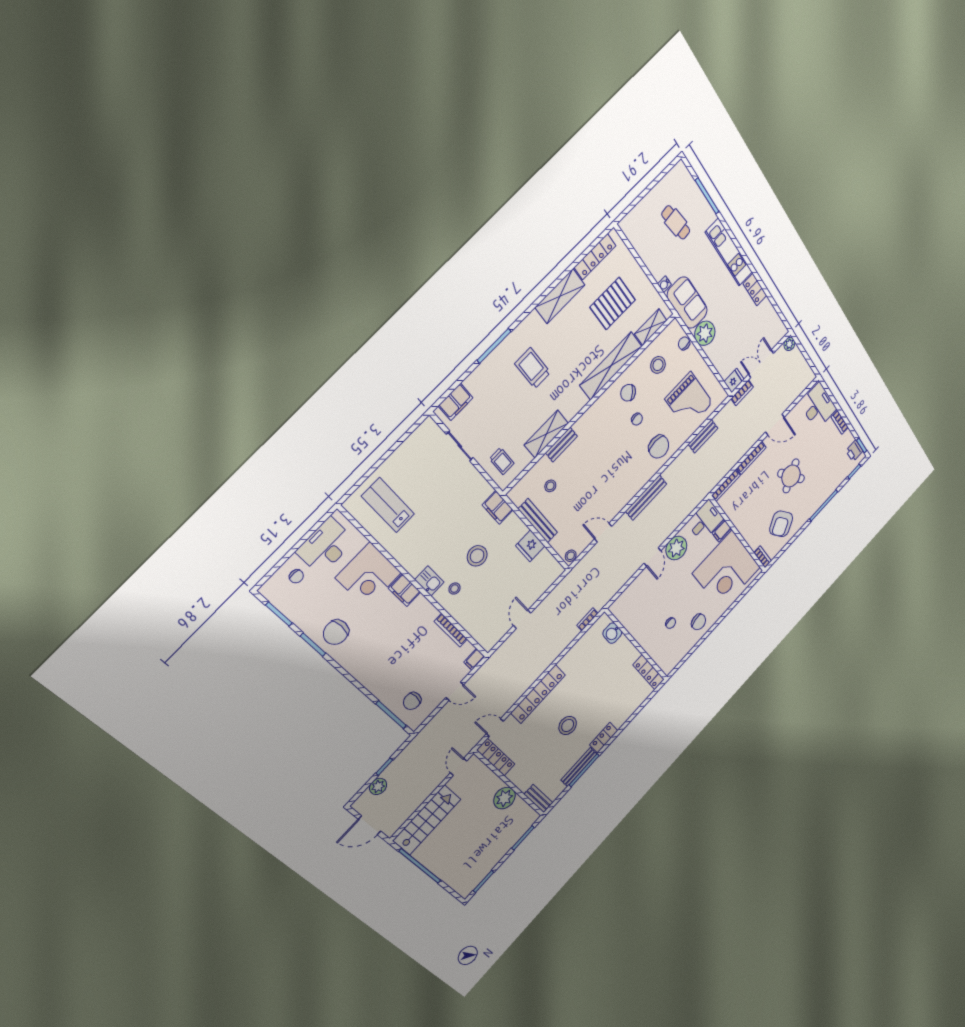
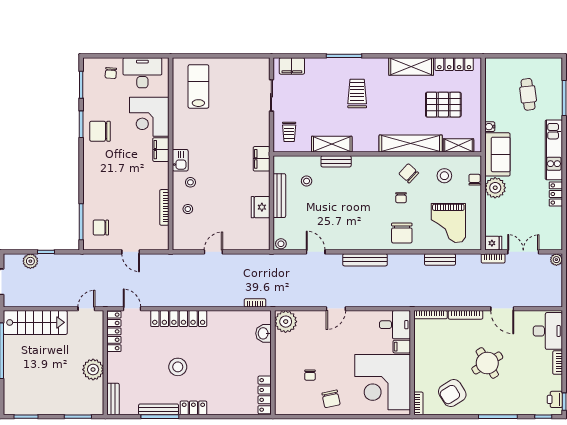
plant: (676, 548) -> (286, 322), moved
stool: (477, 556) -> (188, 209), moved, width x0.53, depth x0.53
filing cabinet: (474, 659) -> (161, 244), removed

